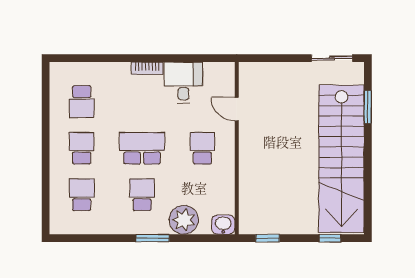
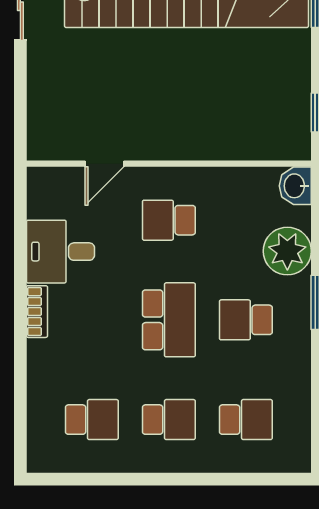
school desk: (82, 148) -> (169, 420), turned 180
school desk: (142, 148) -> (169, 320), turned 180
school desk: (82, 195) -> (246, 420), turned 180

